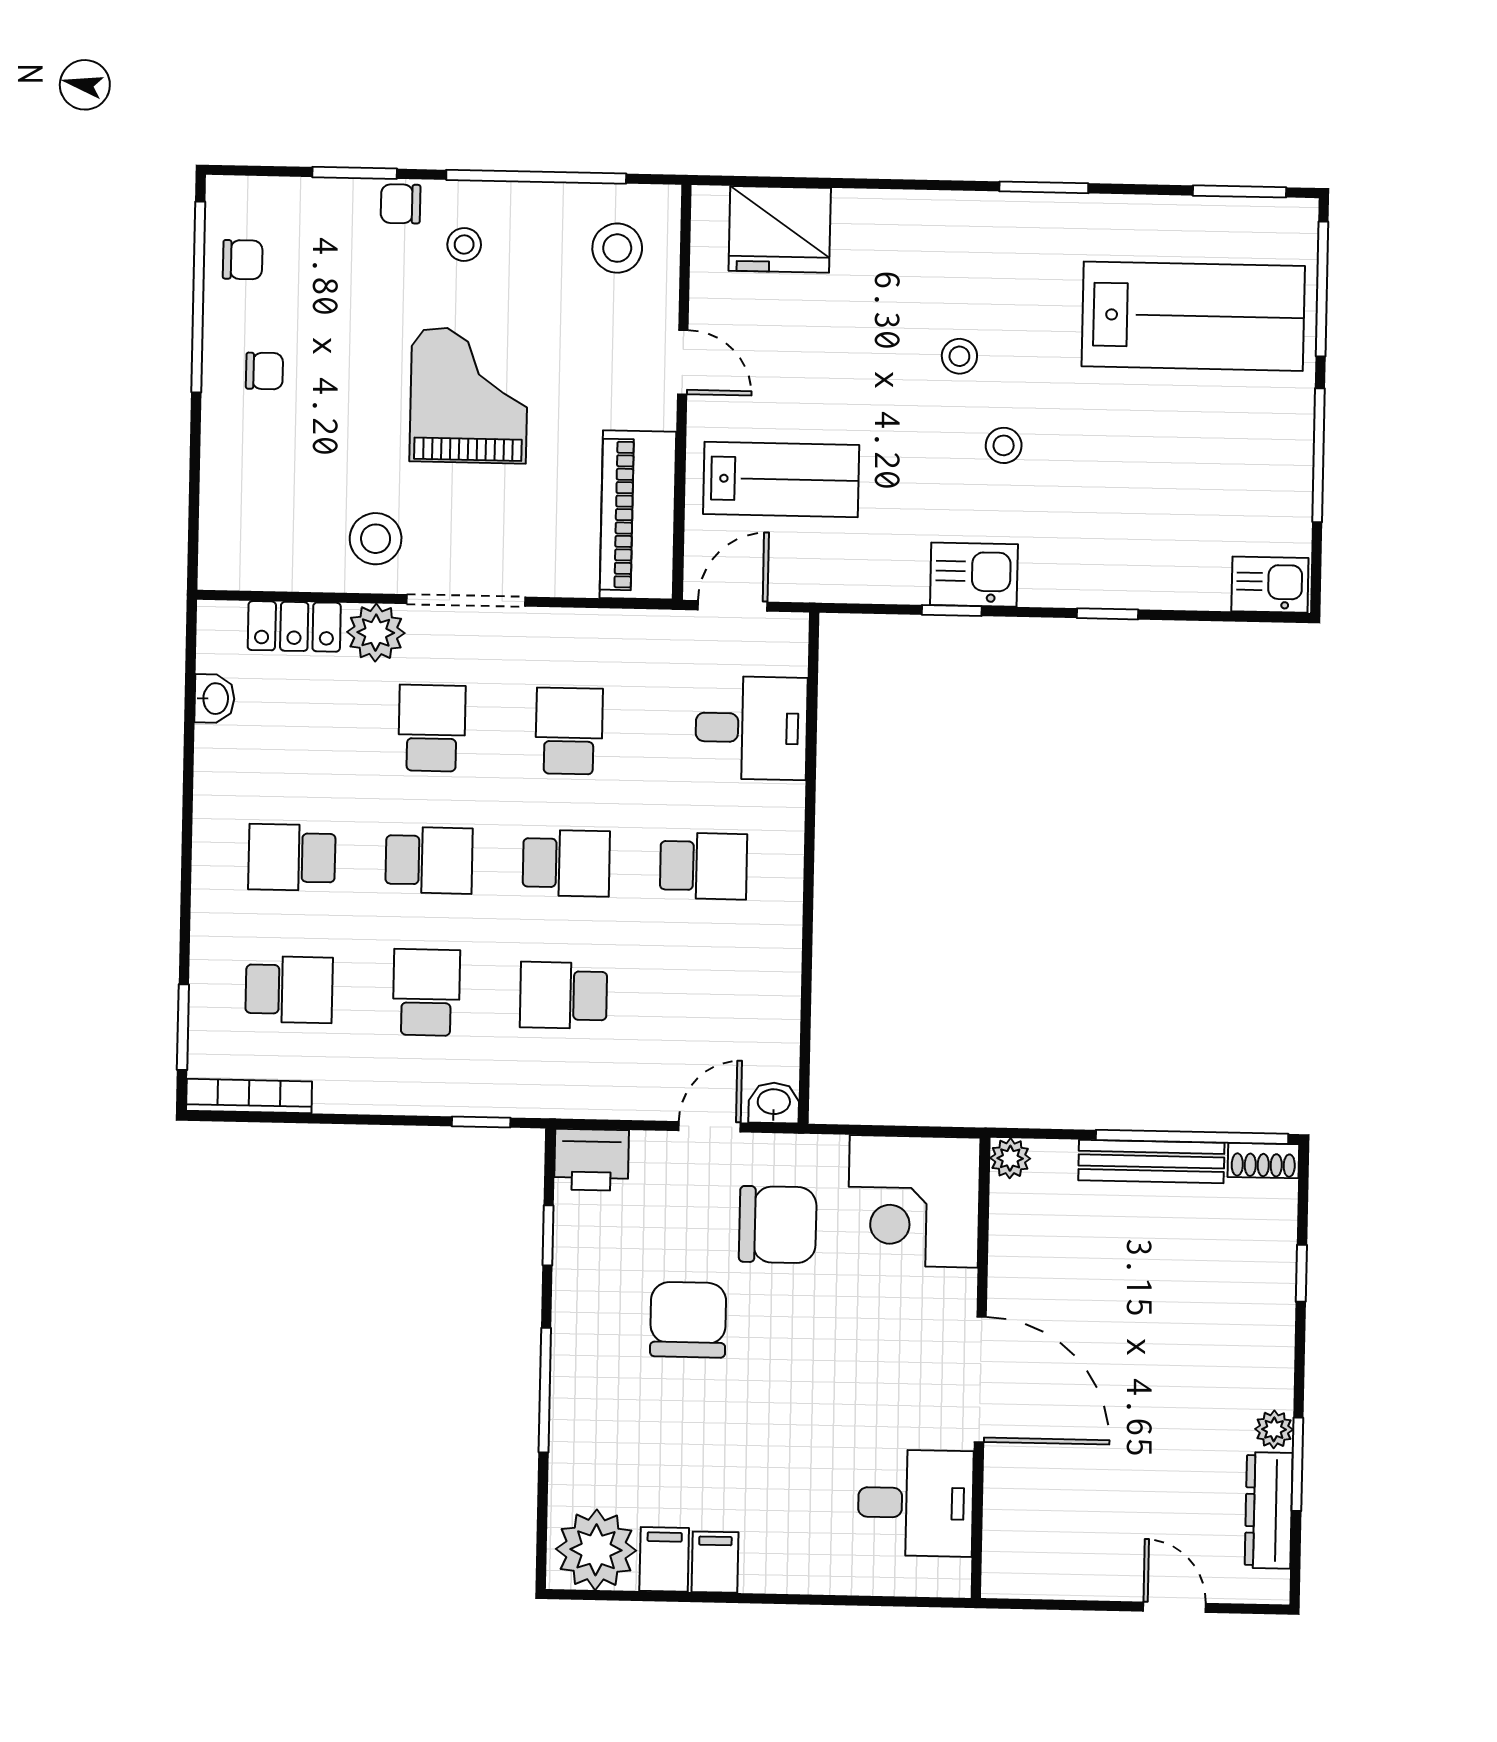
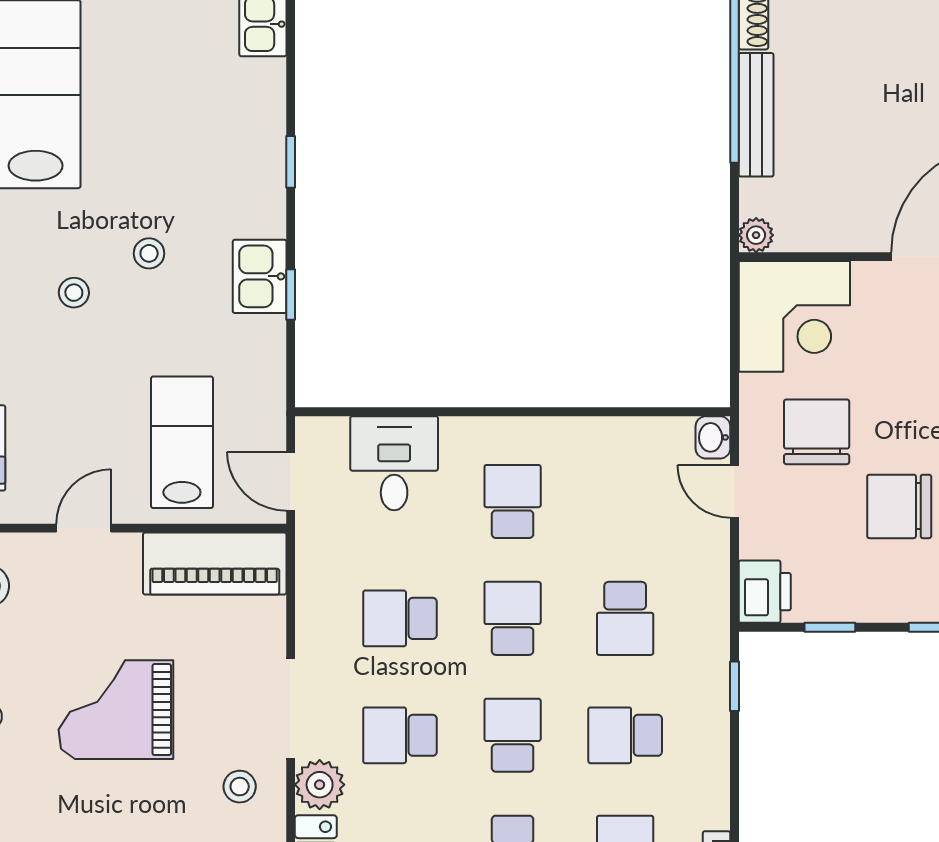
stool: (376, 539) -> (240, 787), width x0.73, depth x0.73

